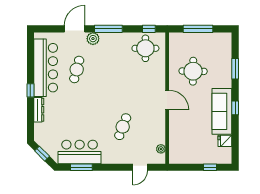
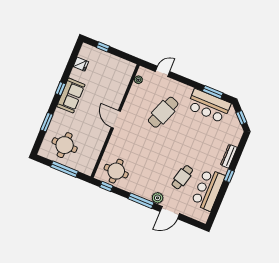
bar counter: (46, 68) -> (208, 190), width x0.73
round table: (193, 71) -> (65, 145), moved
sofa: (222, 111) -> (71, 95), width x0.73
cafe table: (123, 127) -> (163, 112), width x1.37, depth x1.35

